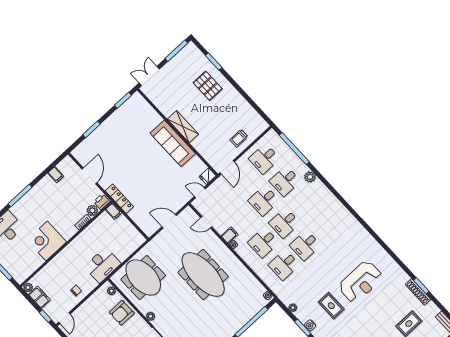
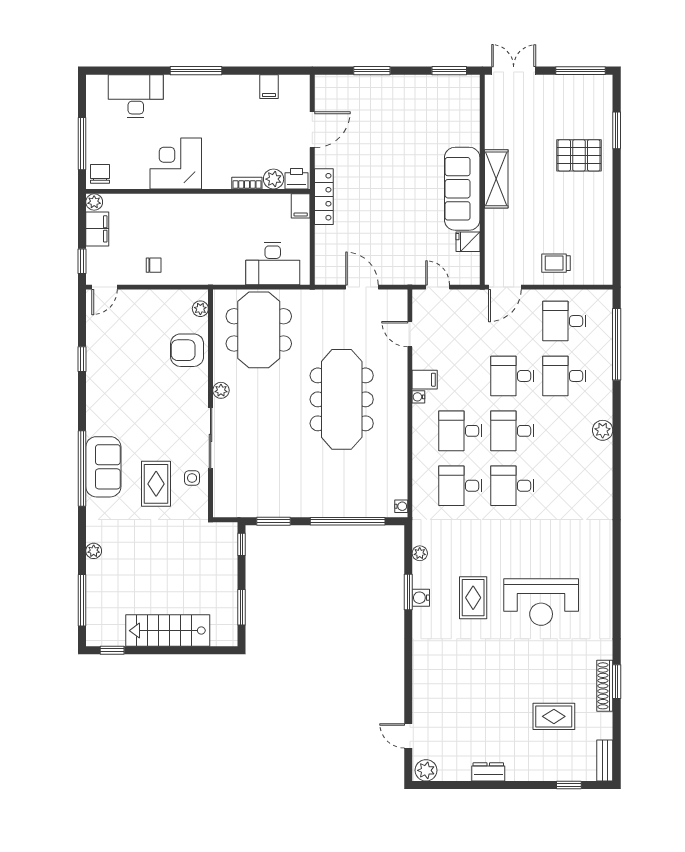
pallet: (208, 86) -> (579, 155), turned 90
fridge: (208, 176) -> (468, 242), moved
plant: (310, 177) -> (603, 430), moved
desk: (102, 265) -> (273, 264), moved
chair: (20, 274) -> (100, 174), added

